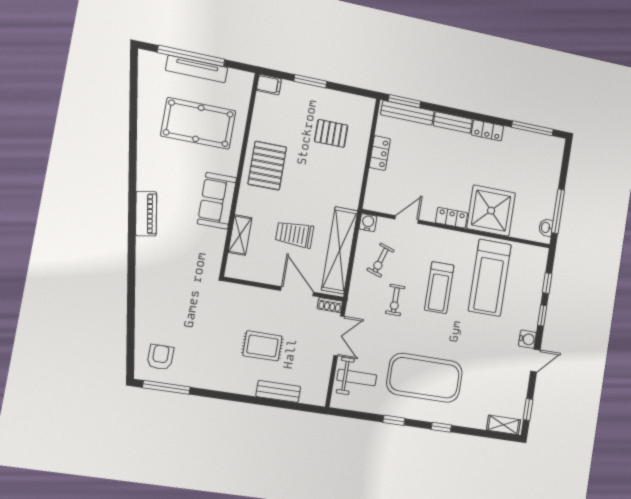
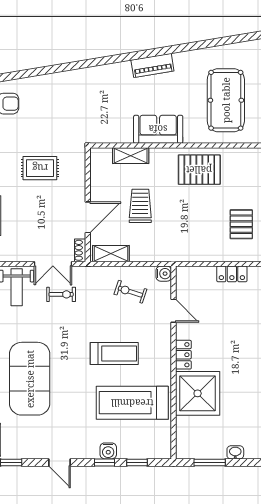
window: (558, 211) -> (210, 462), width x0.69
piano: (146, 214) -> (152, 65), moved
washbasin: (546, 227) -> (235, 452), moved
shelving: (340, 250) -> (111, 254), width x0.45, depth x0.75
treadmill: (439, 288) -> (114, 354), turned 180
exercise bike: (395, 300) -> (61, 294), moved, turned 180
water cooler: (527, 339) -> (108, 451), moved
rug: (262, 346) -> (40, 168), moved, turned 90
exercise mat: (425, 378) -> (30, 379), moved

